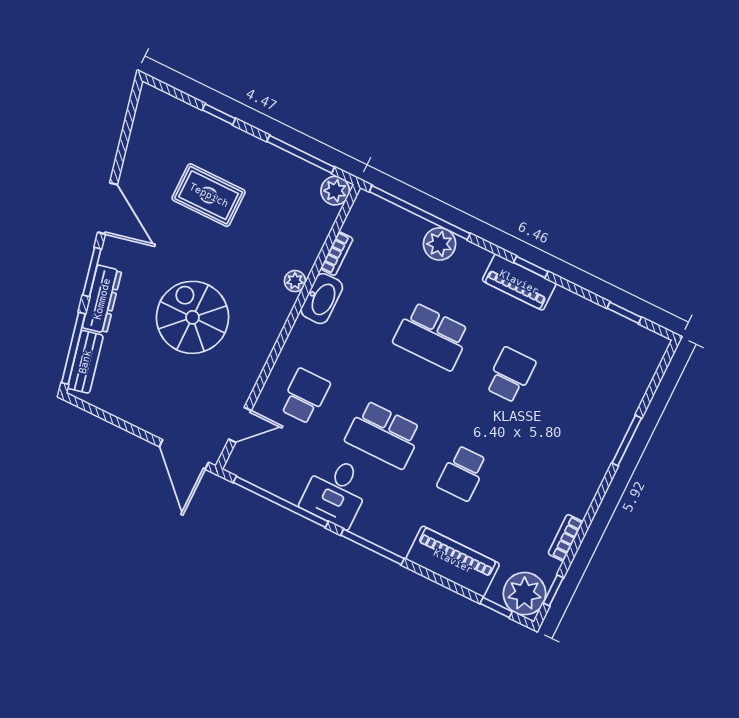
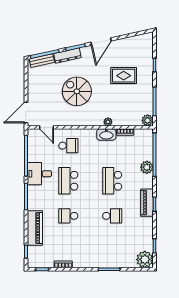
rug: (209, 195) -> (124, 76), turned 90
spiral stairs: (192, 317) -> (77, 91), turned -90
plant: (525, 594) -> (145, 259), moved

